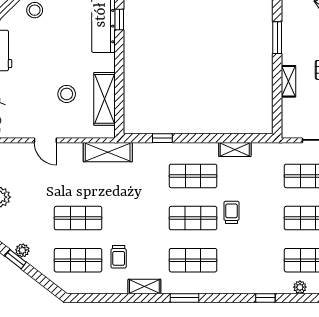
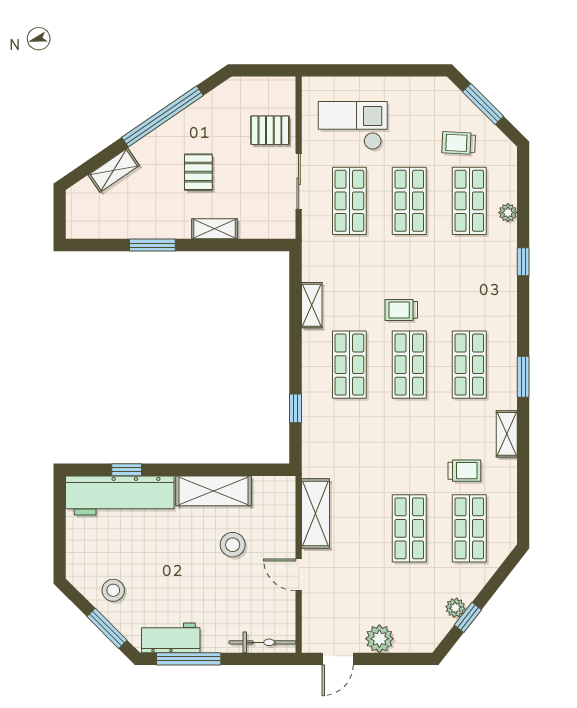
shelving: (104, 99) -> (213, 491), moved
door: (45, 140) -> (299, 575), swing flipped
shelving: (108, 152) -> (315, 513), moved

